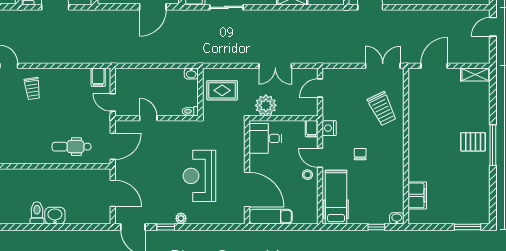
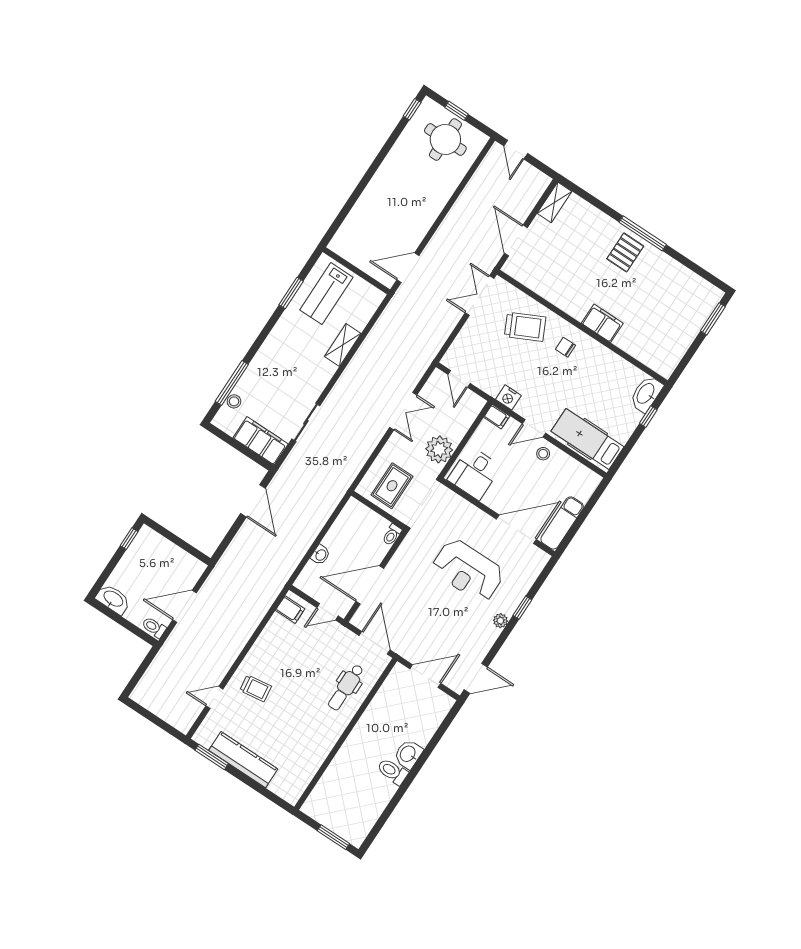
washbasin: (191, 74) -> (321, 555), moved
door: (148, 118) -> (370, 585), width x1.88
chair: (360, 154) -> (566, 347), moved
filing cabinet: (417, 195) -> (602, 323), moved
washbasin: (397, 218) -> (646, 394), width x1.91, depth x1.45
window: (166, 227) -> (522, 608), moved

